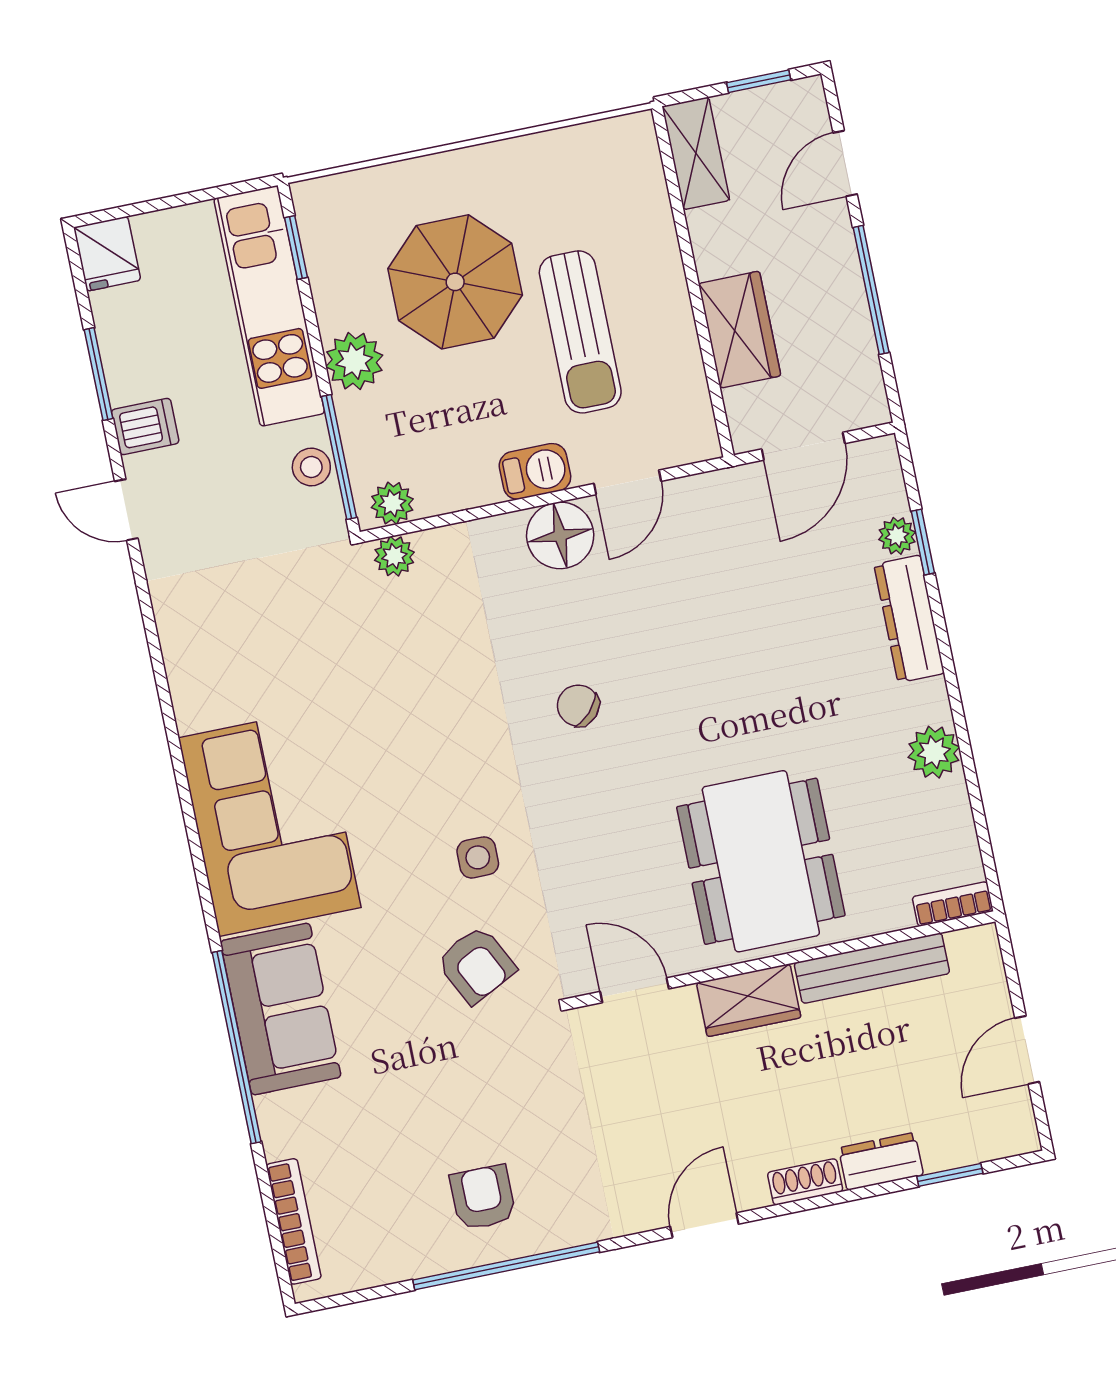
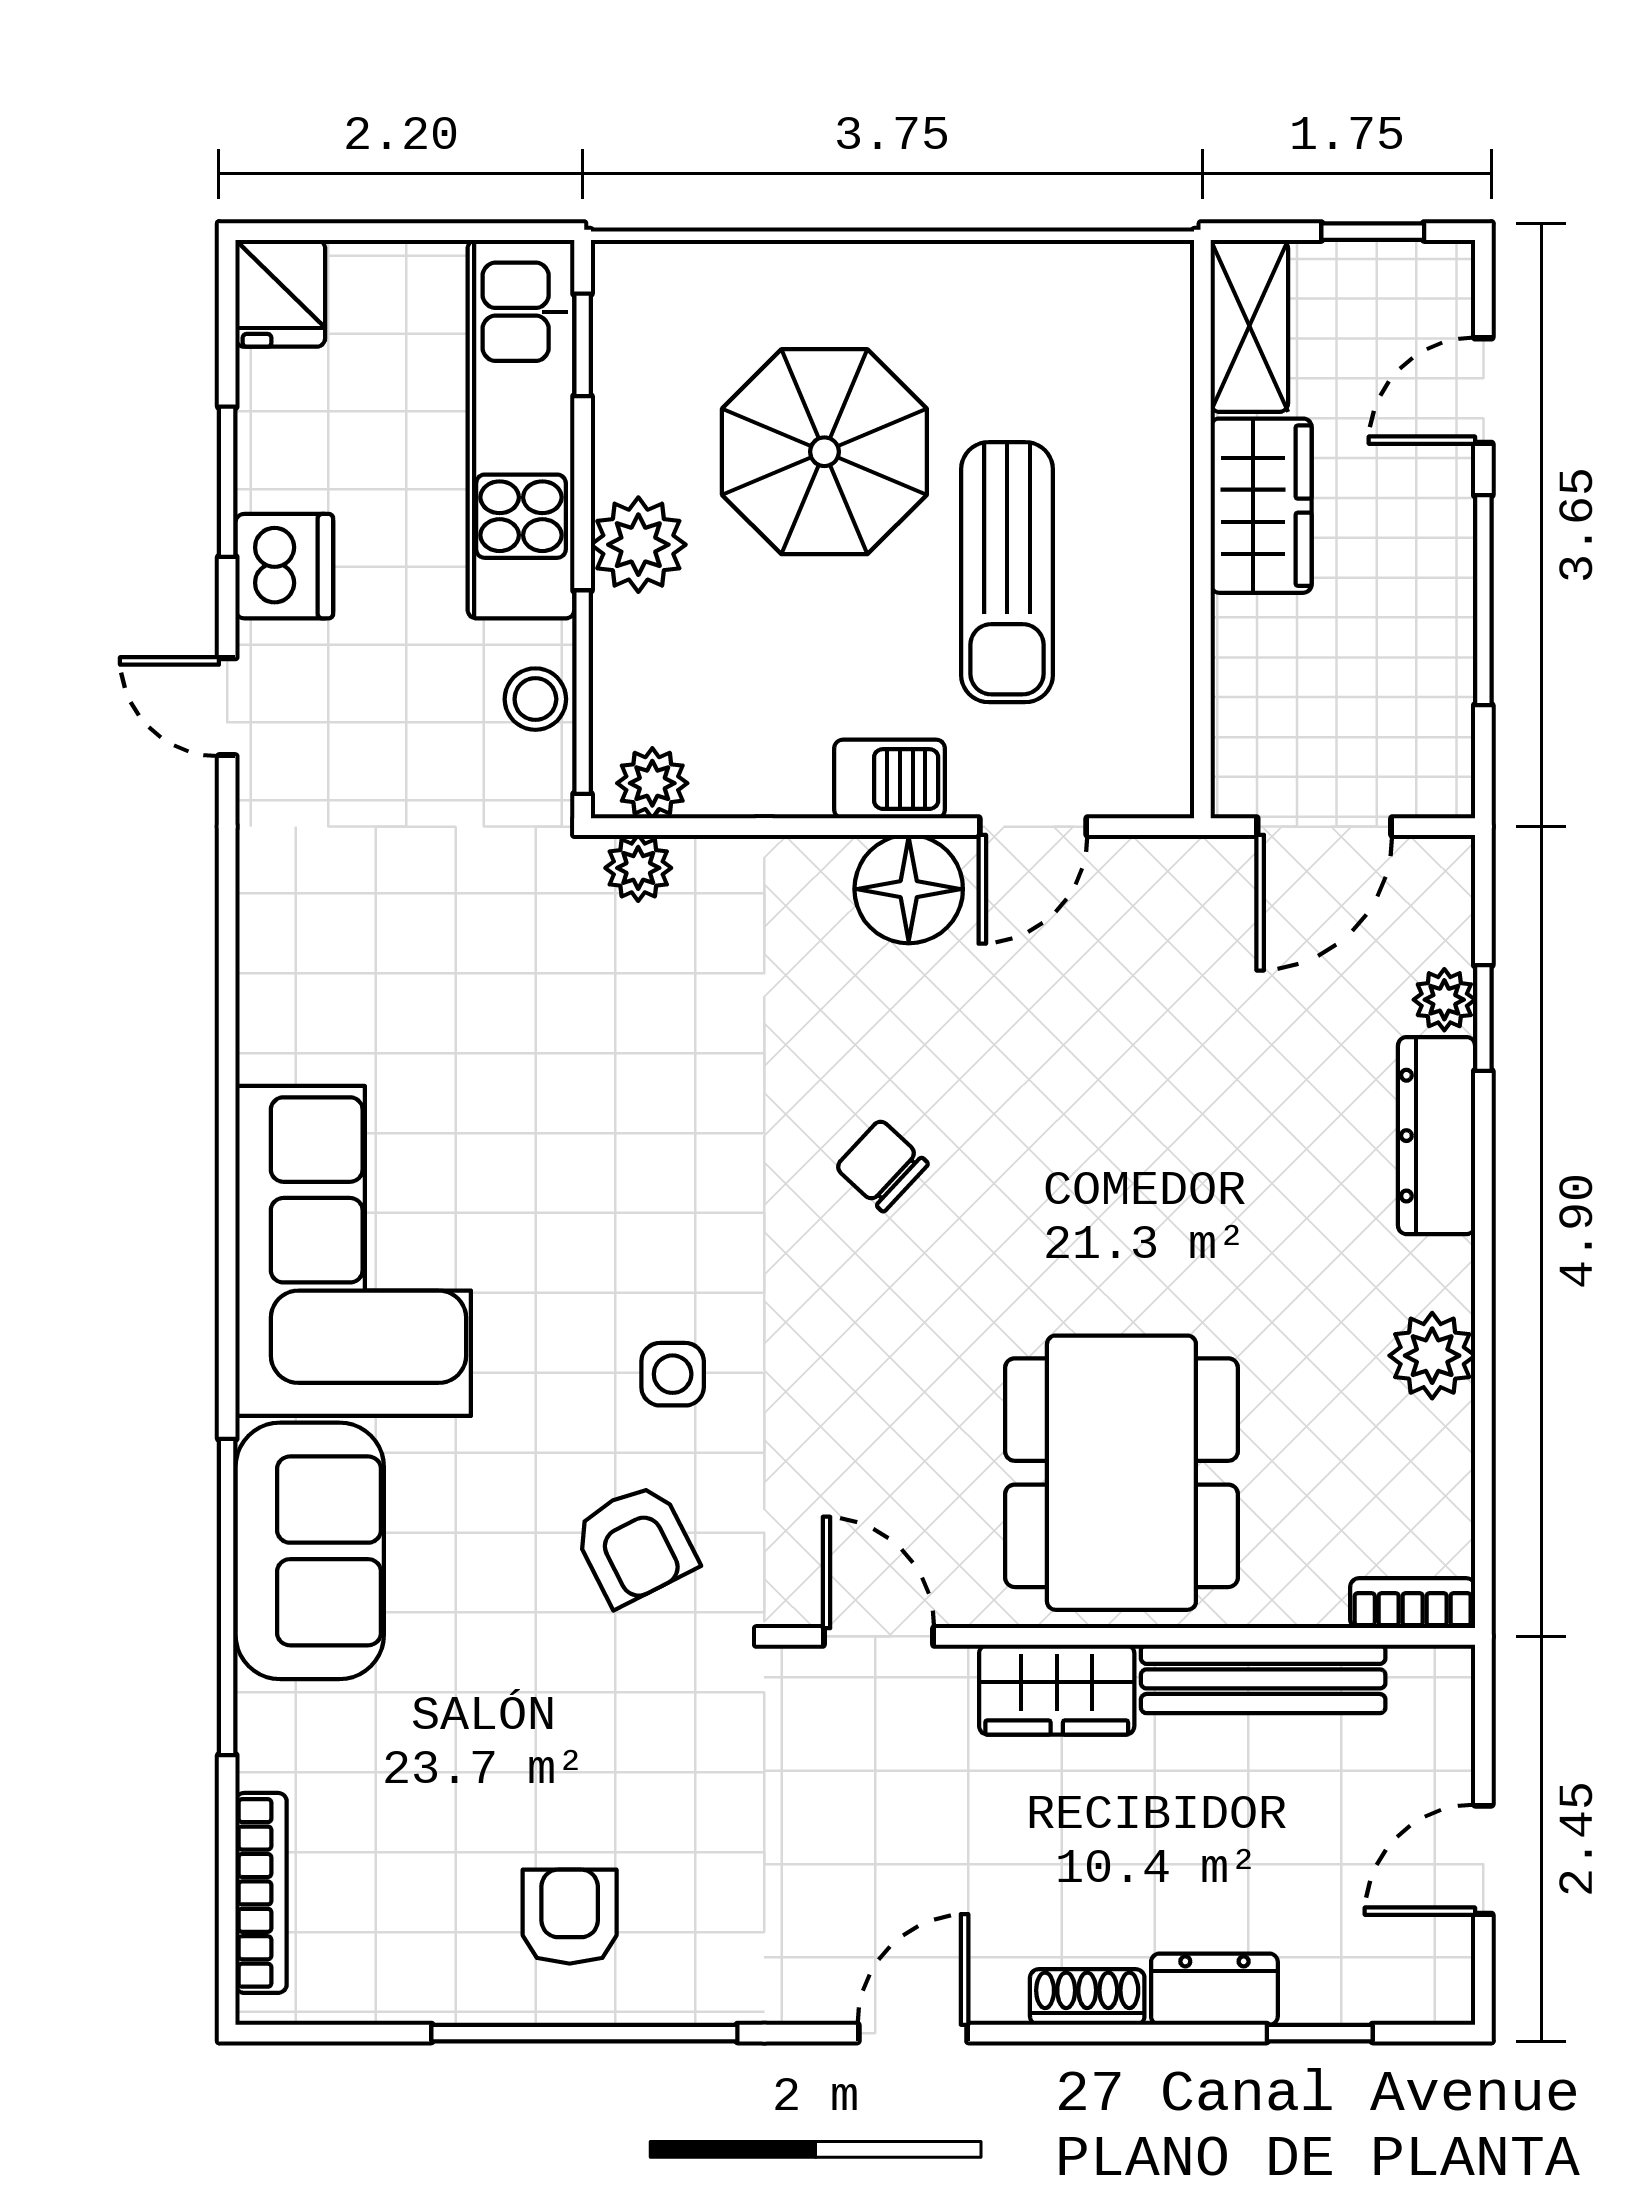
wardrobe: (740, 330) -> (1261, 506), moved
dishwasher: (145, 427) -> (284, 566), width x1.38

